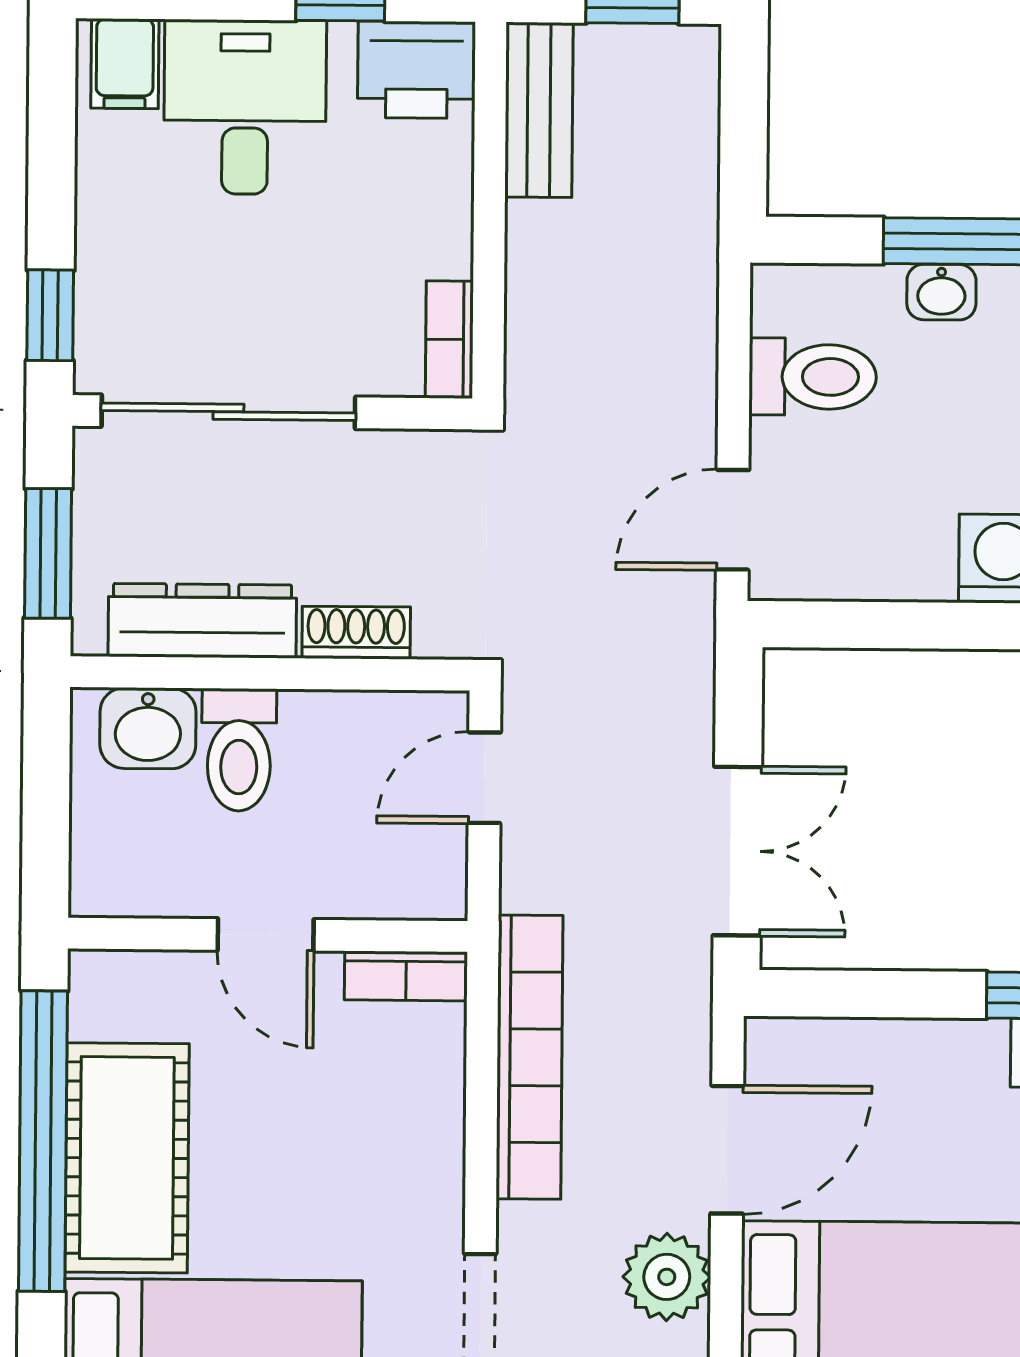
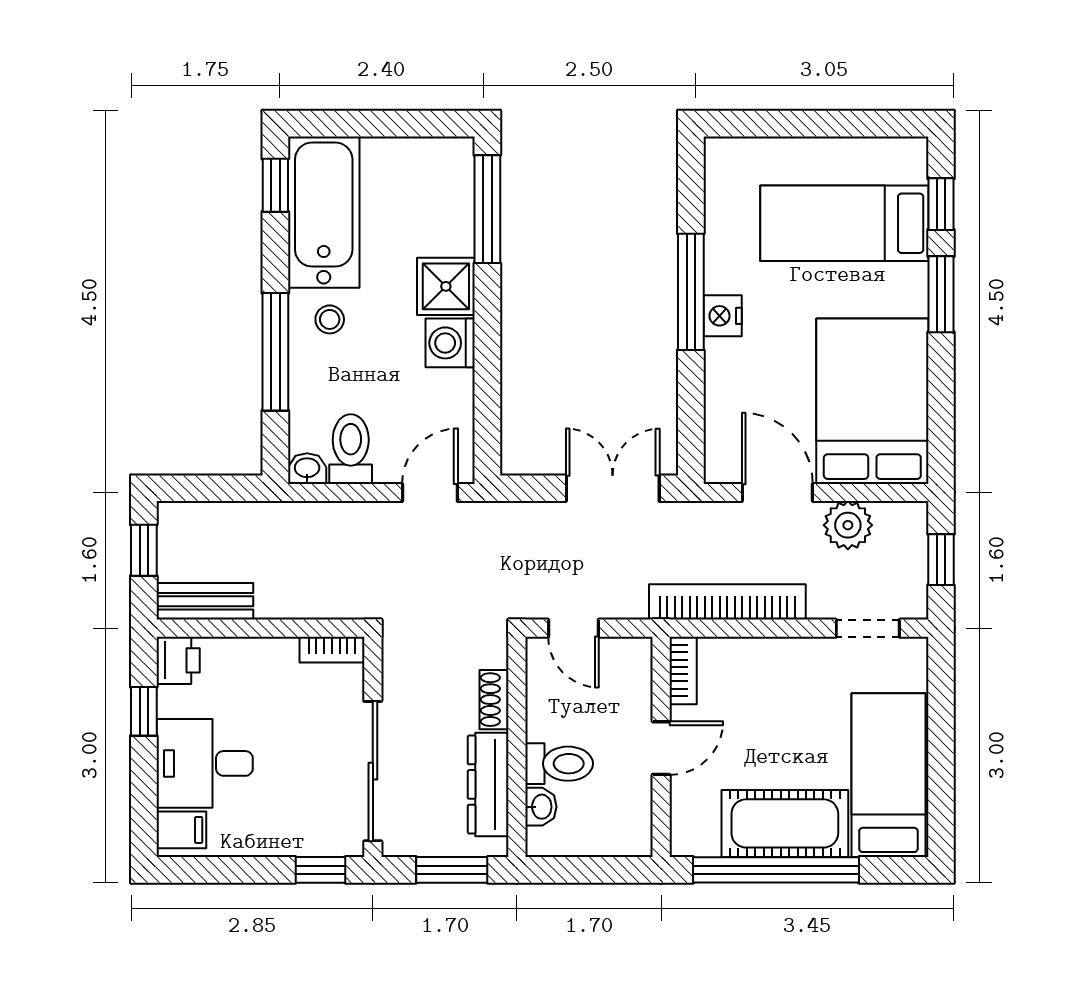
printer: (417, 70) -> (178, 660), width x0.73, depth x0.81
washbasin: (941, 292) -> (307, 469), moved, turned -90
door: (733, 520) -> (430, 492), swing flipped
washbasin: (148, 728) -> (541, 807), width x0.72, depth x0.69

